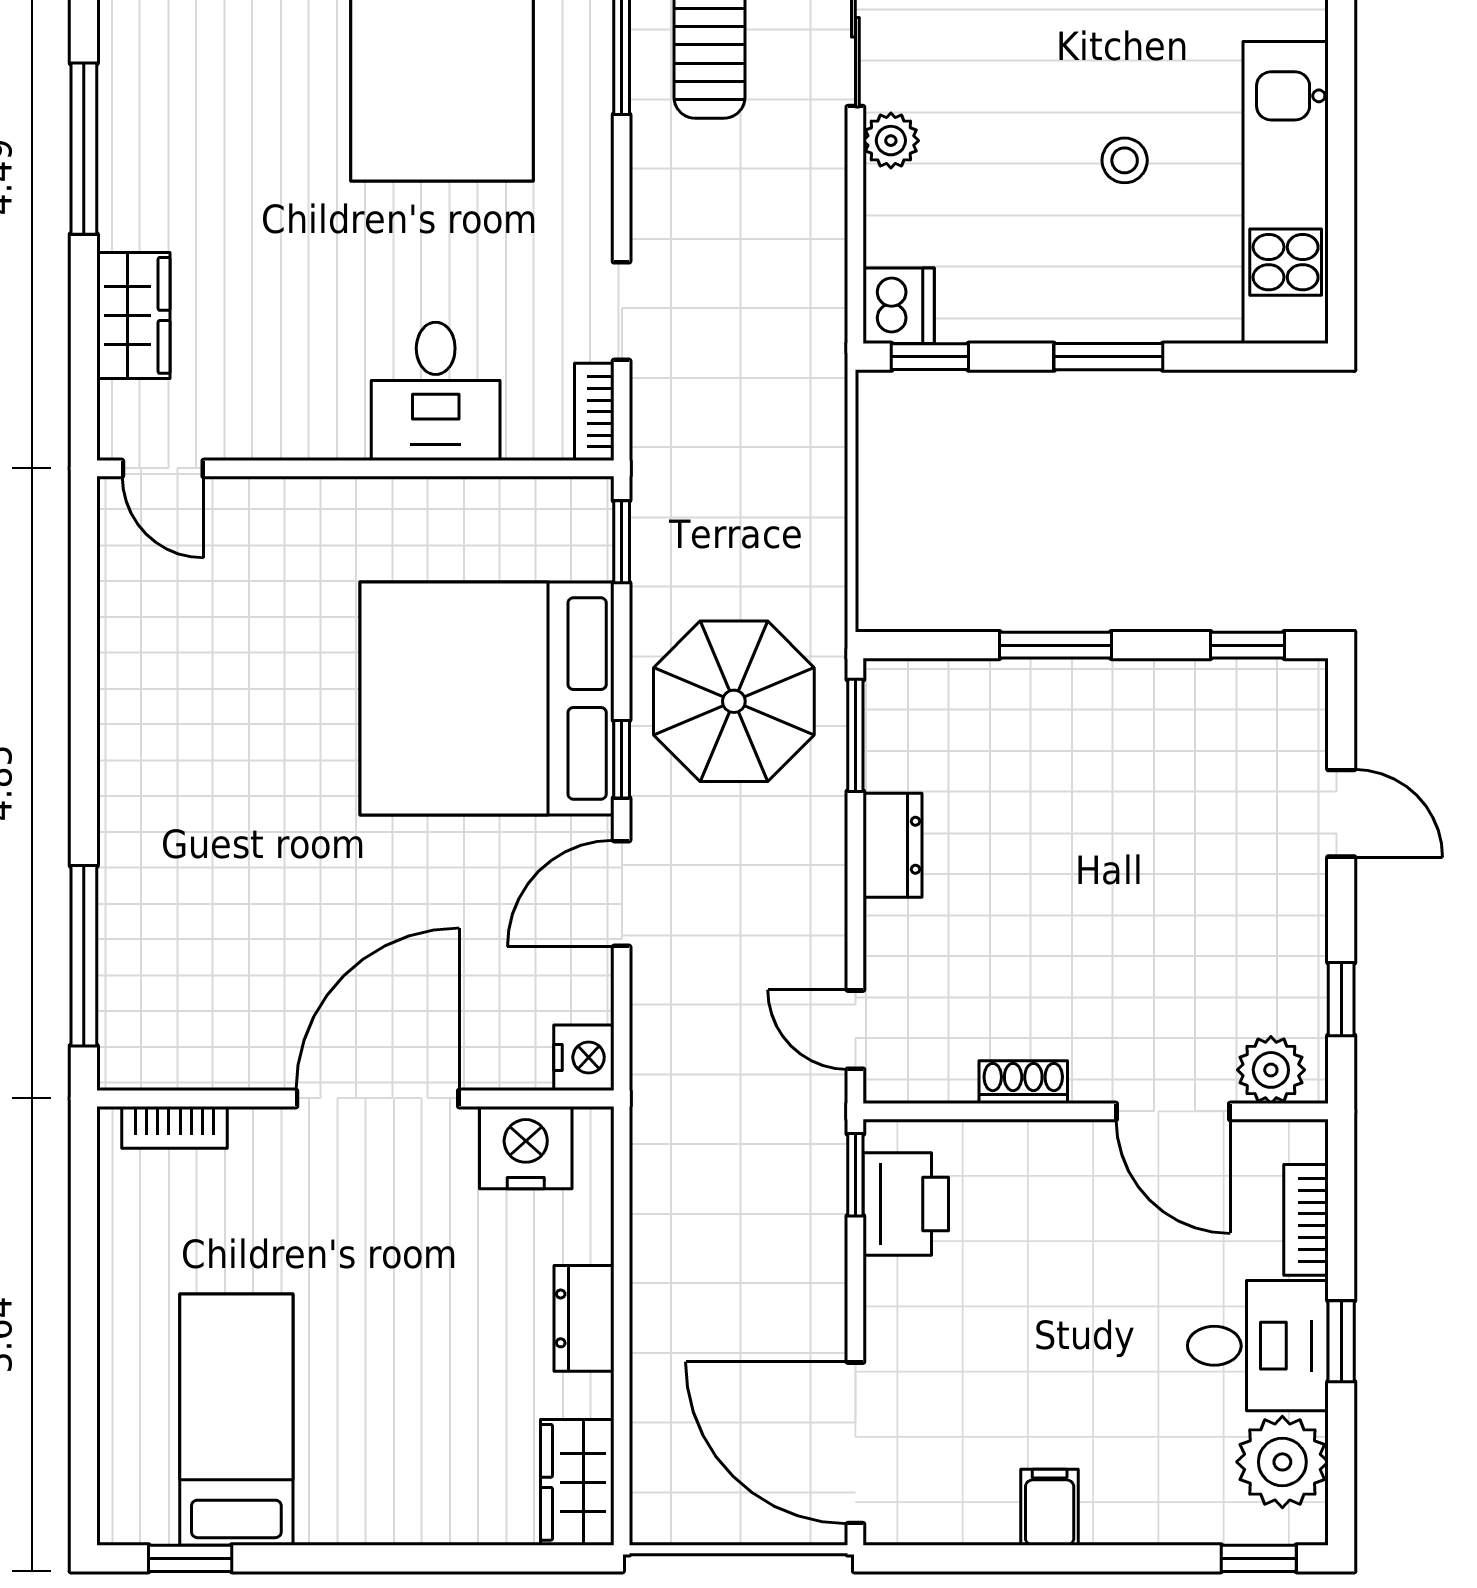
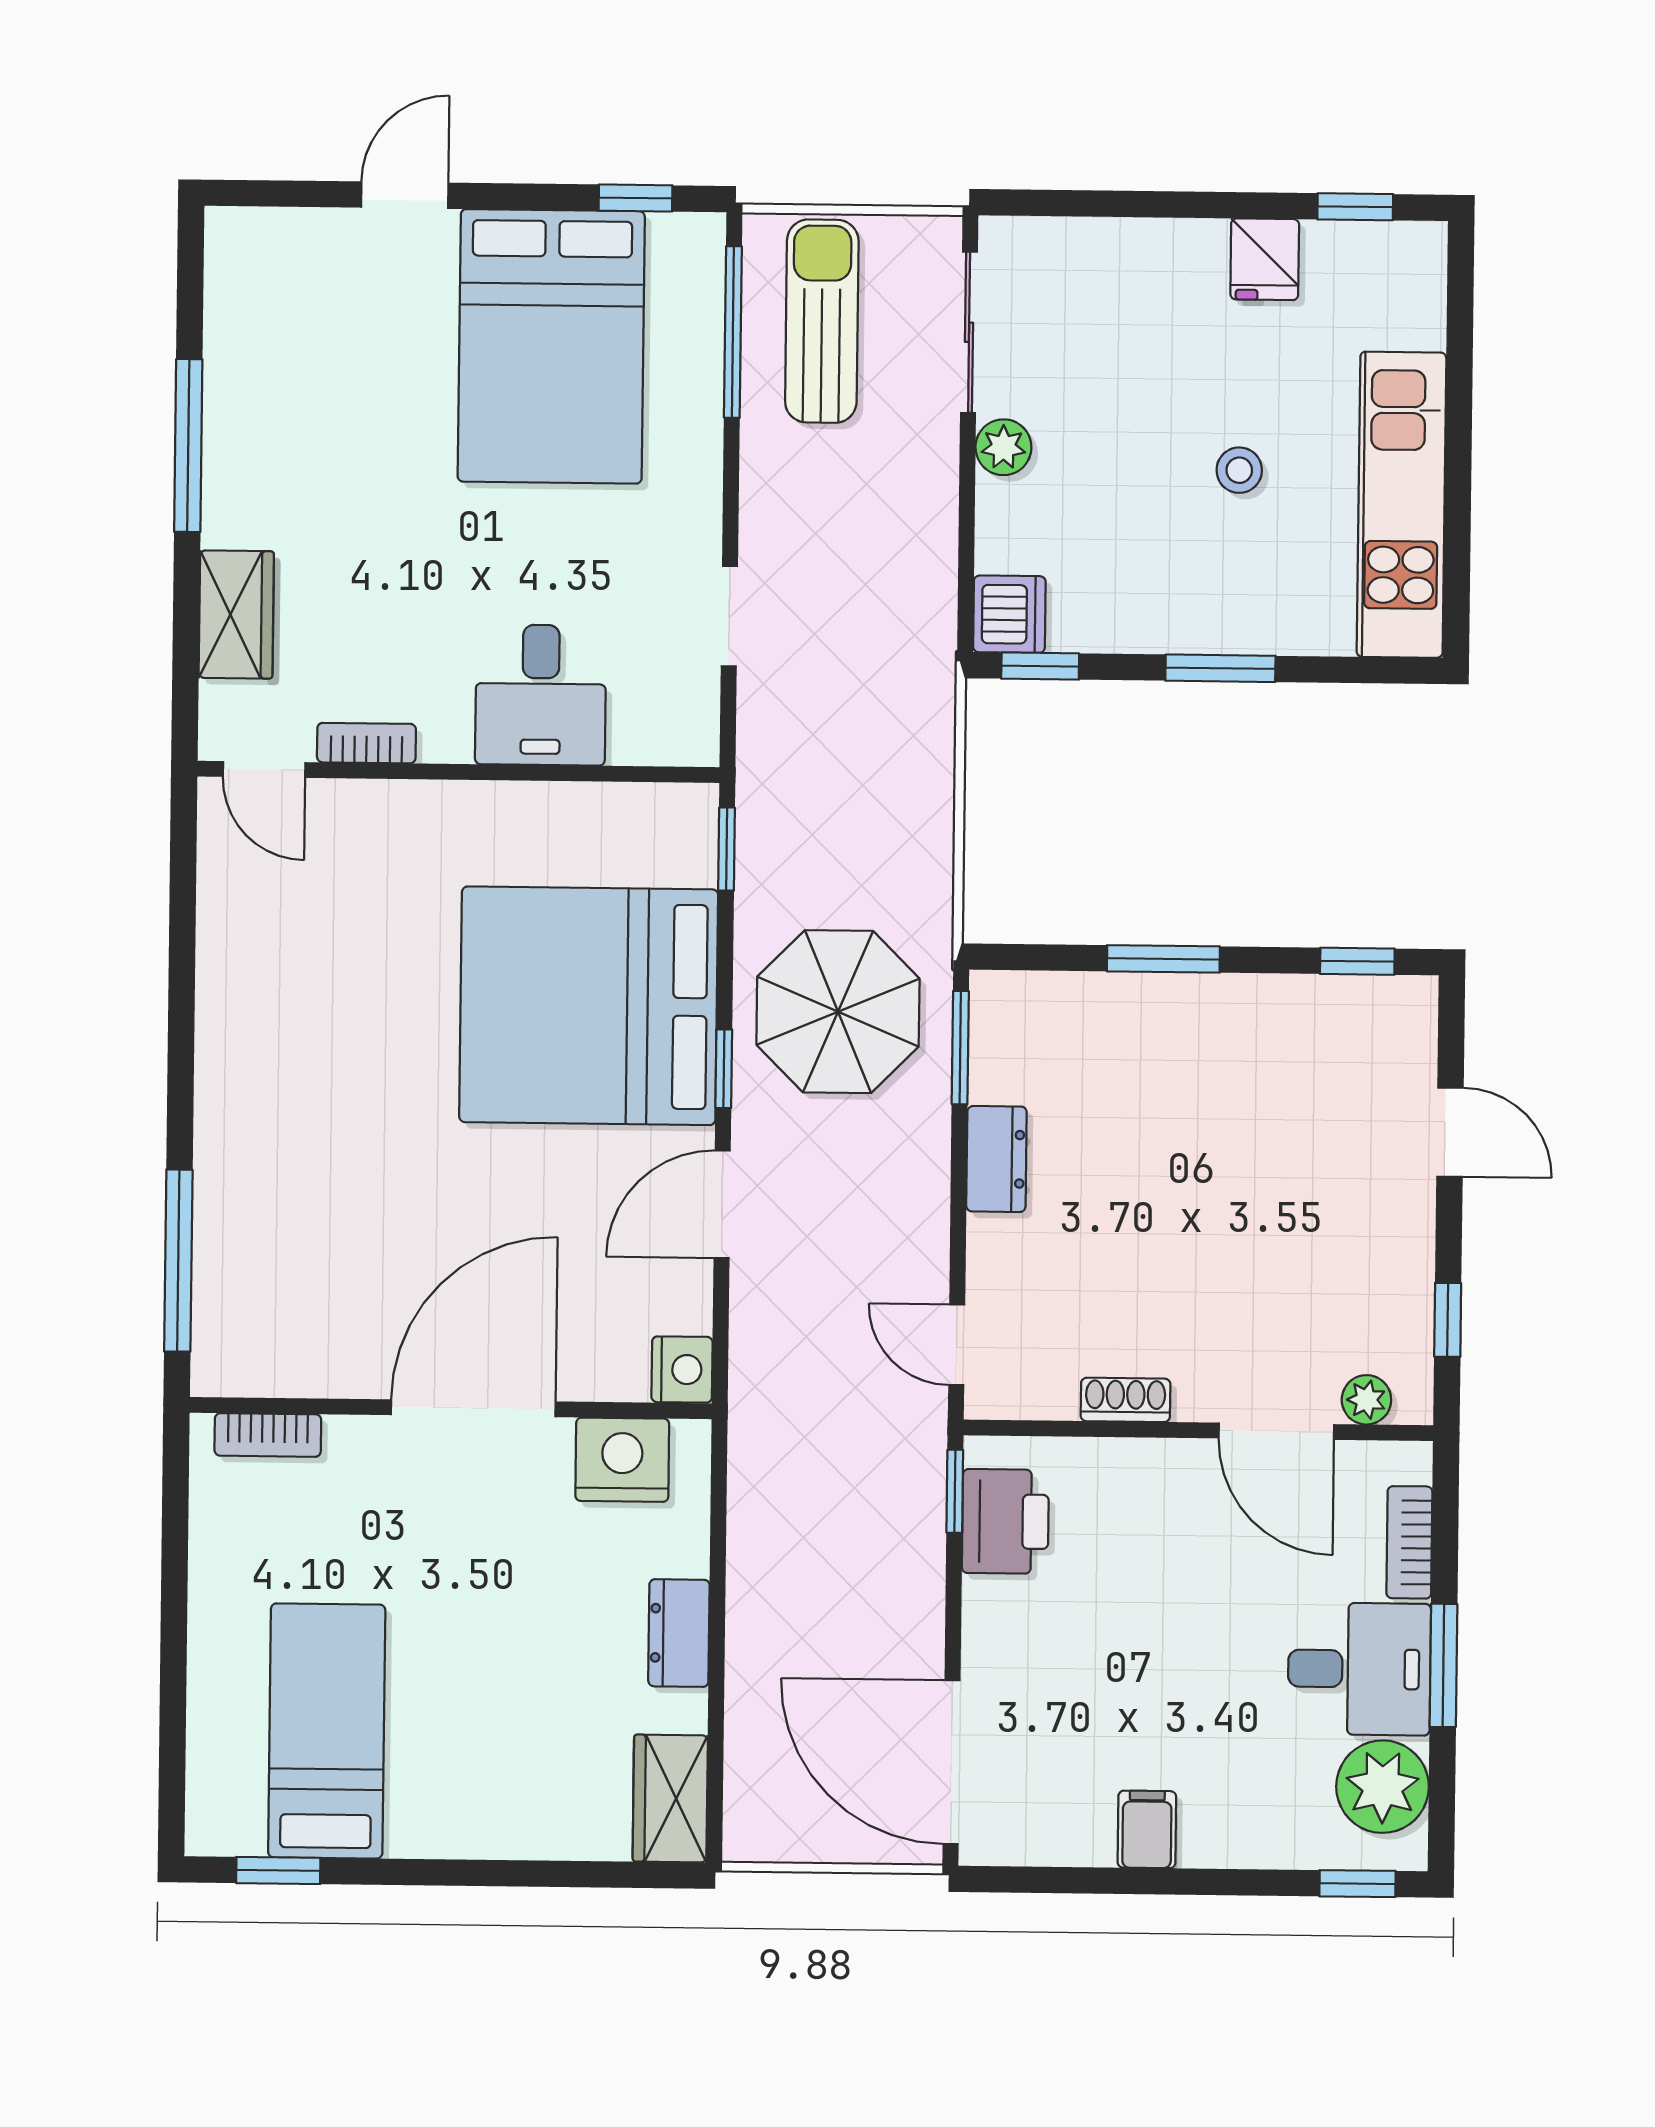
bookcase: (594, 412) -> (366, 743), moved, turned 90
plant: (1271, 1070) -> (1366, 1400), width x0.73, depth x0.73
window: (1341, 1341) -> (1443, 1665), width x1.50

